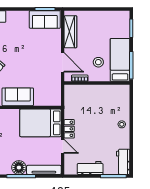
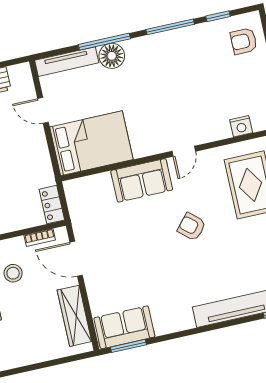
locker: (69, 129) -> (52, 205), moved

